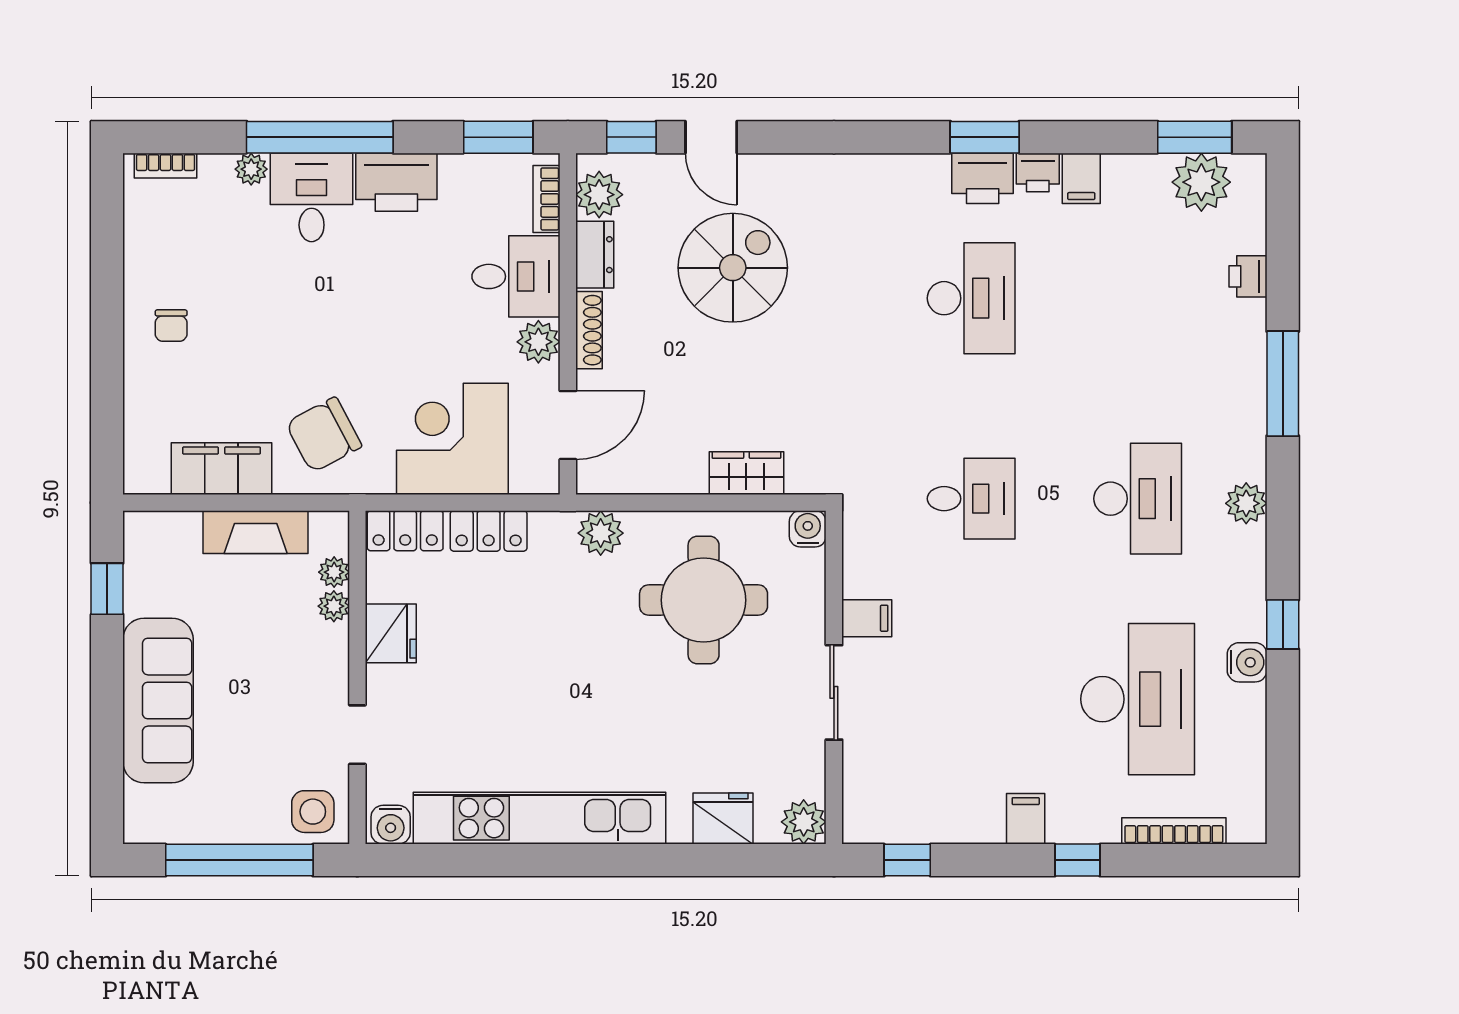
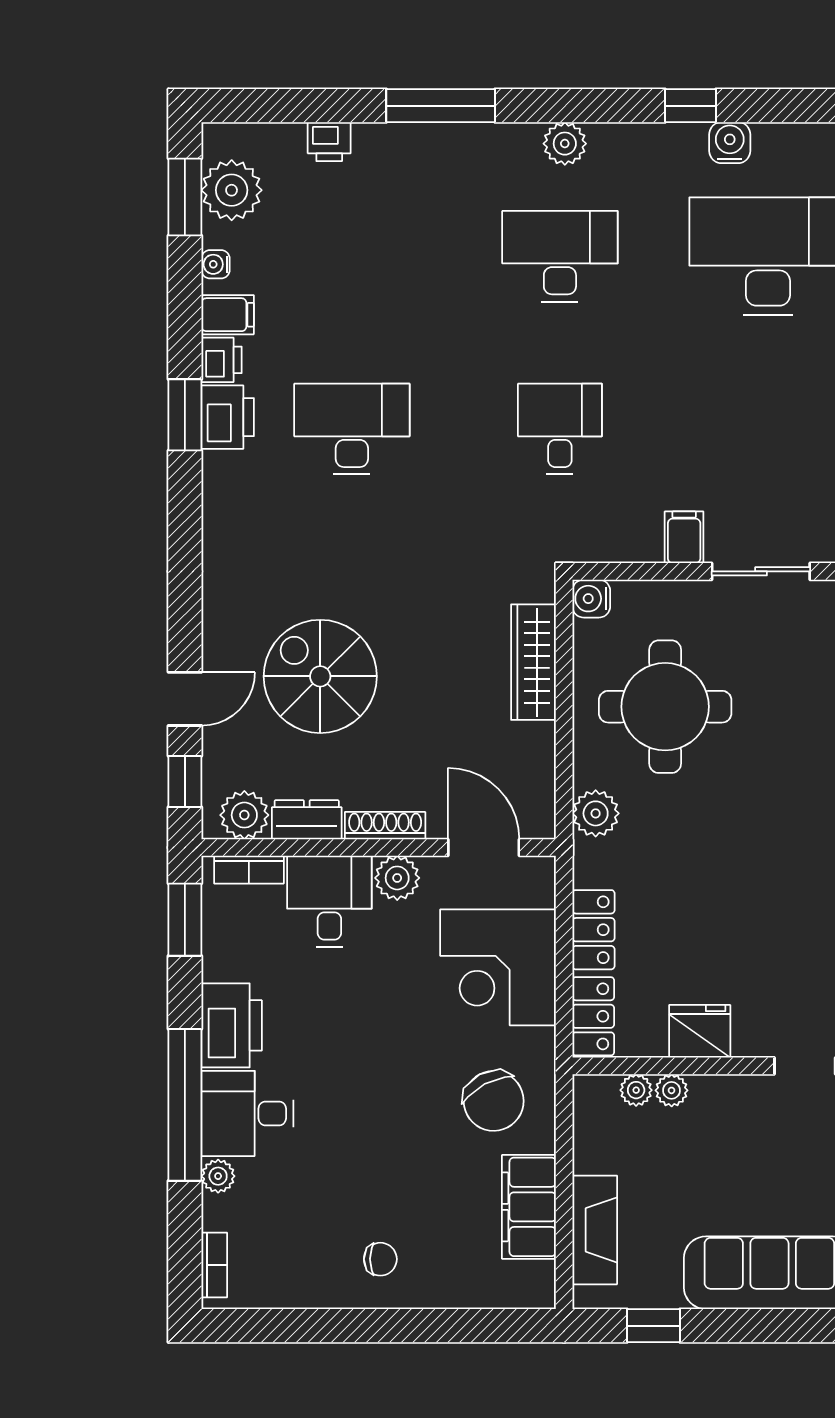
water cooler: (1130, 167) -> (215, 264), added
wardrobe: (746, 473) -> (533, 662), width x1.50
fireplace: (256, 532) -> (595, 1230), moved

